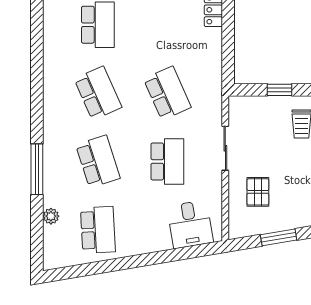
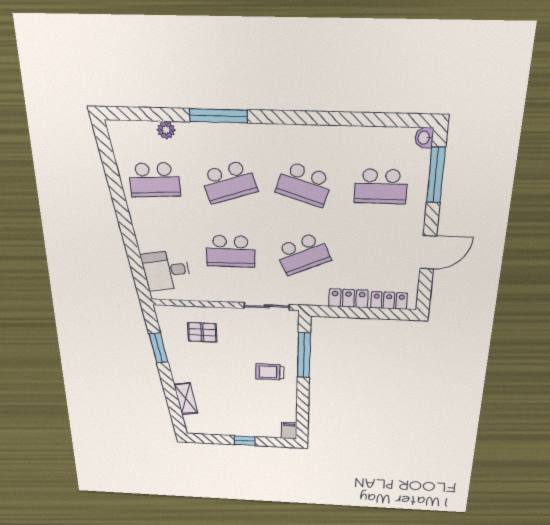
locker: (213, 49) -> (348, 298), added
window: (280, 90) -> (304, 355), width x2.17
school desk: (98, 93) -> (304, 184), turned 42
sliding door: (225, 148) -> (267, 306), moved

